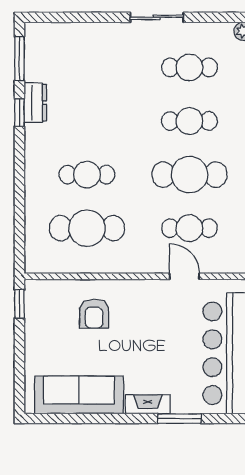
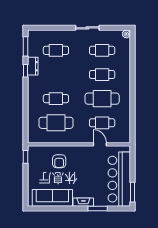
cafe table: (87, 67) -> (56, 50), added

